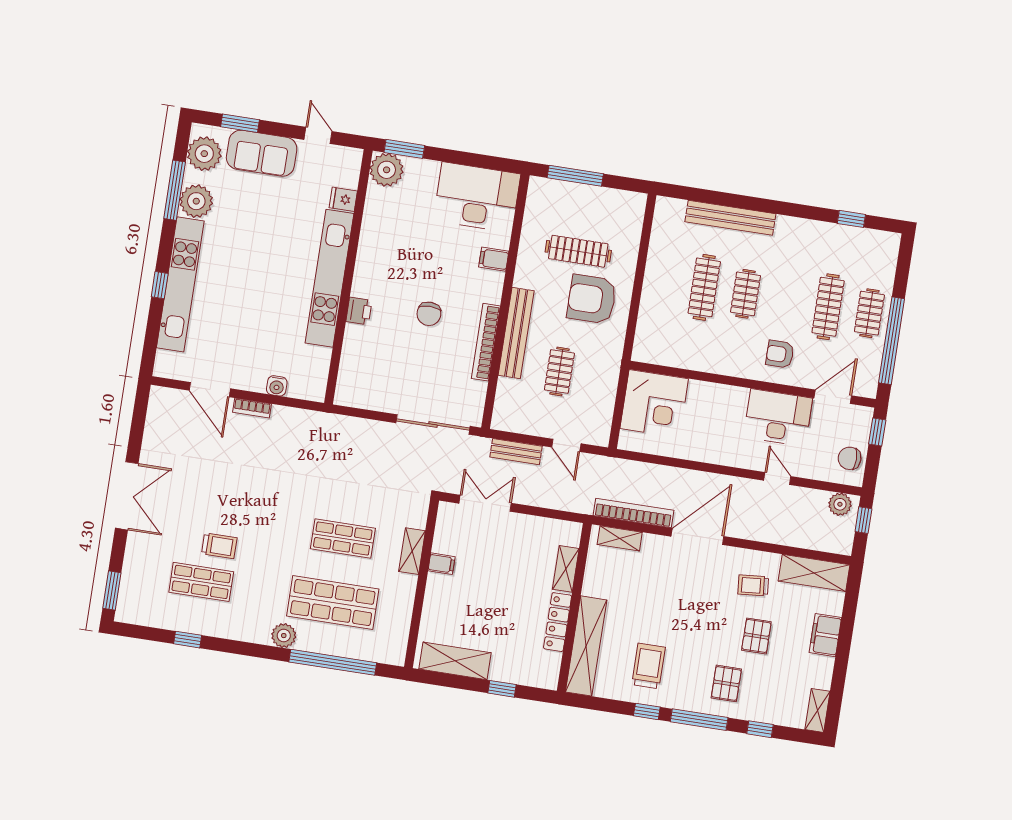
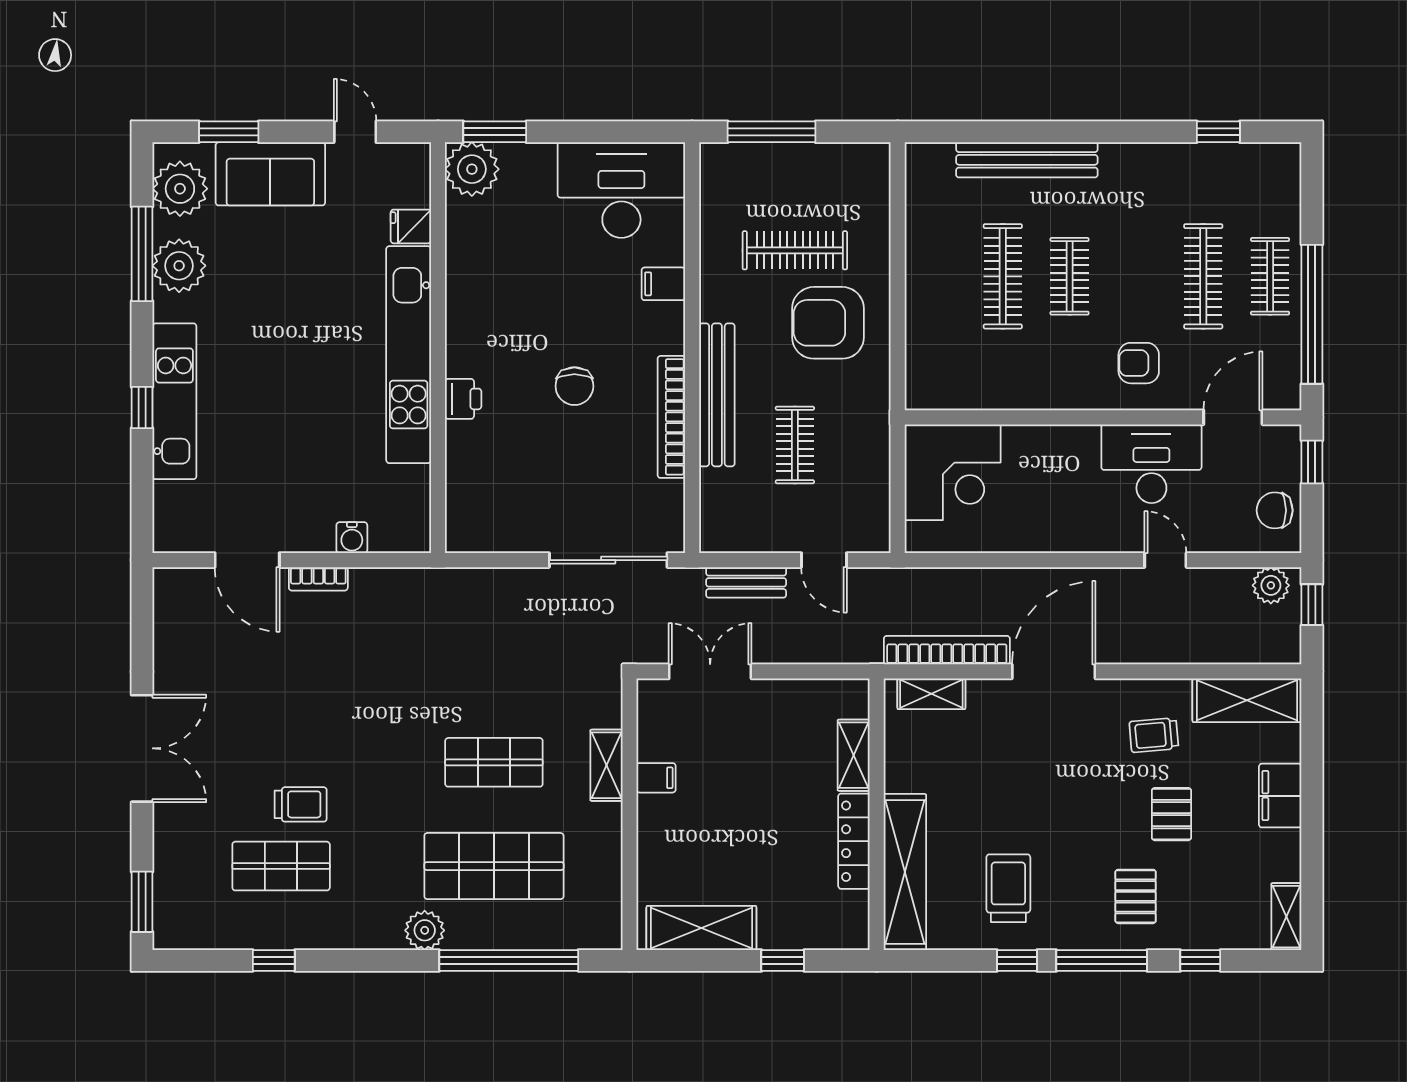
kitchen unit: (180, 284) -> (174, 401), width x0.73

